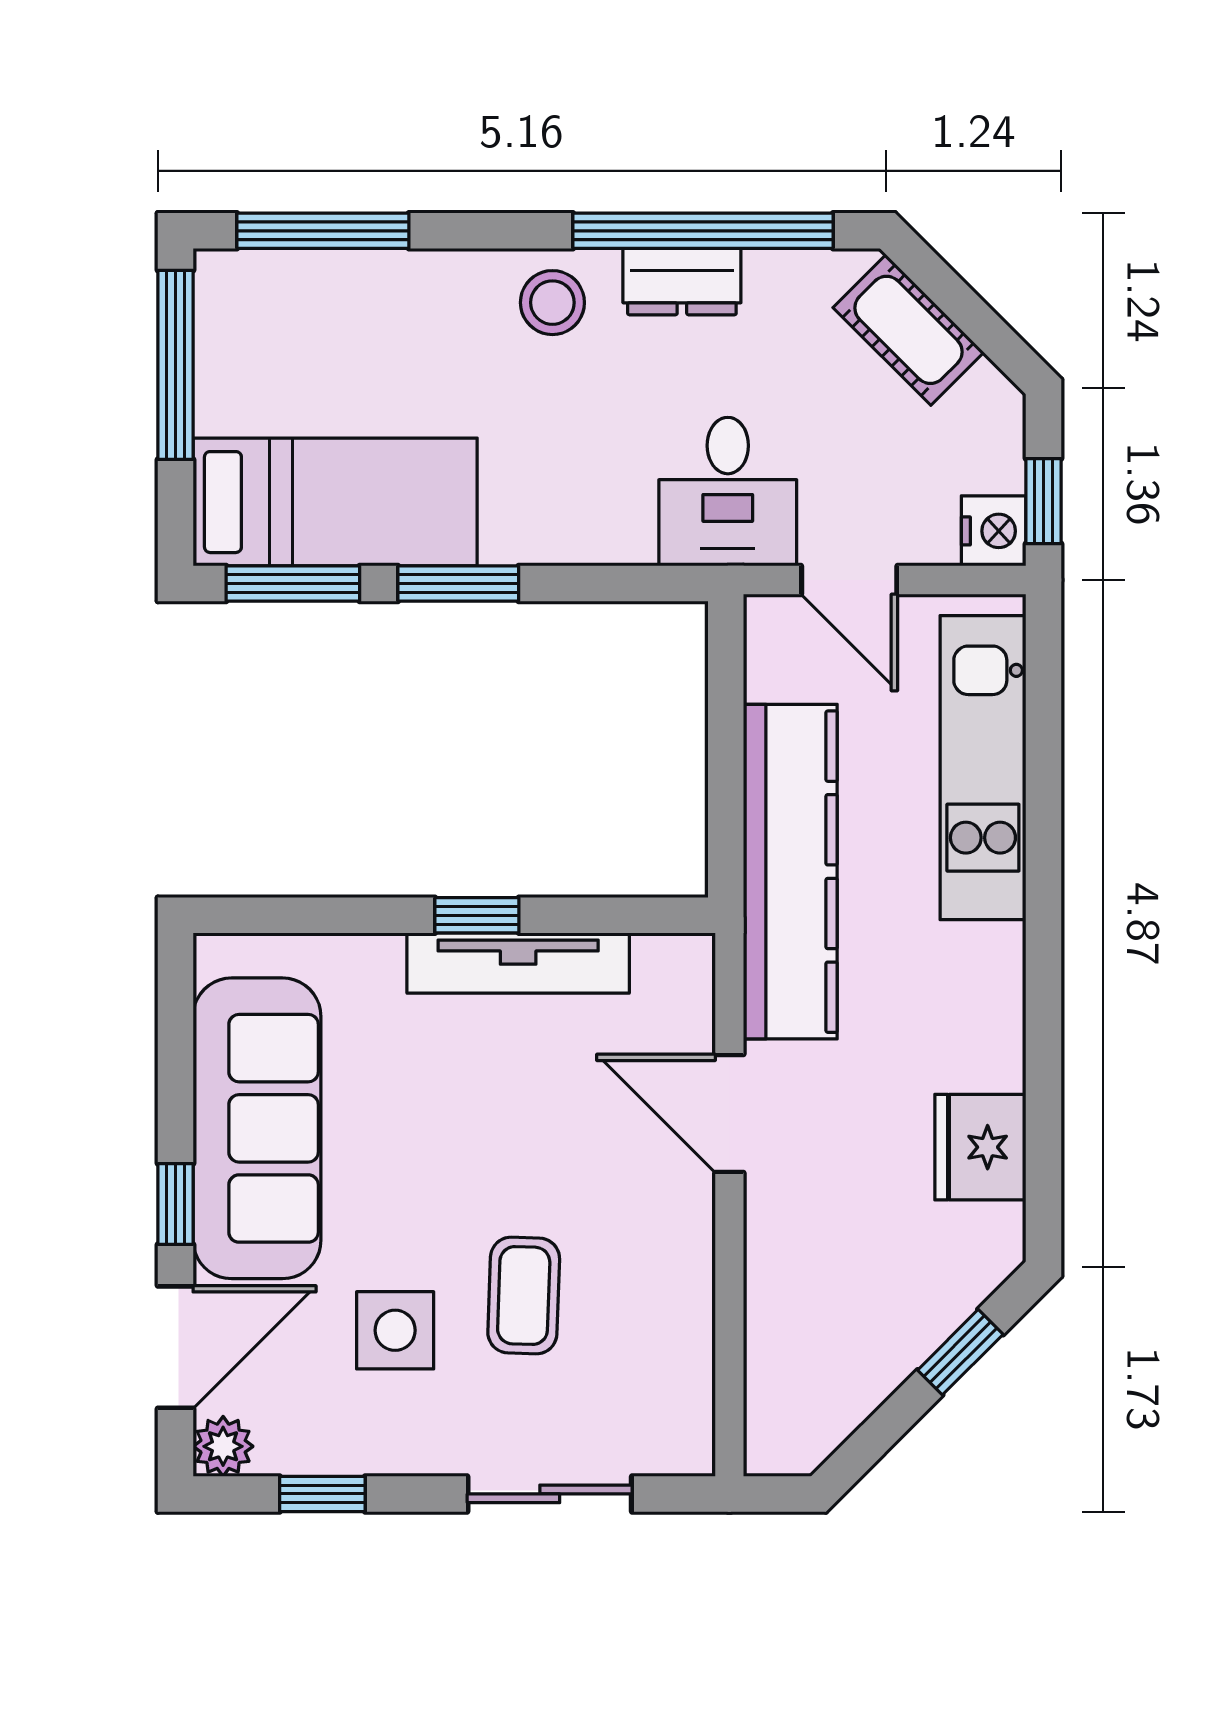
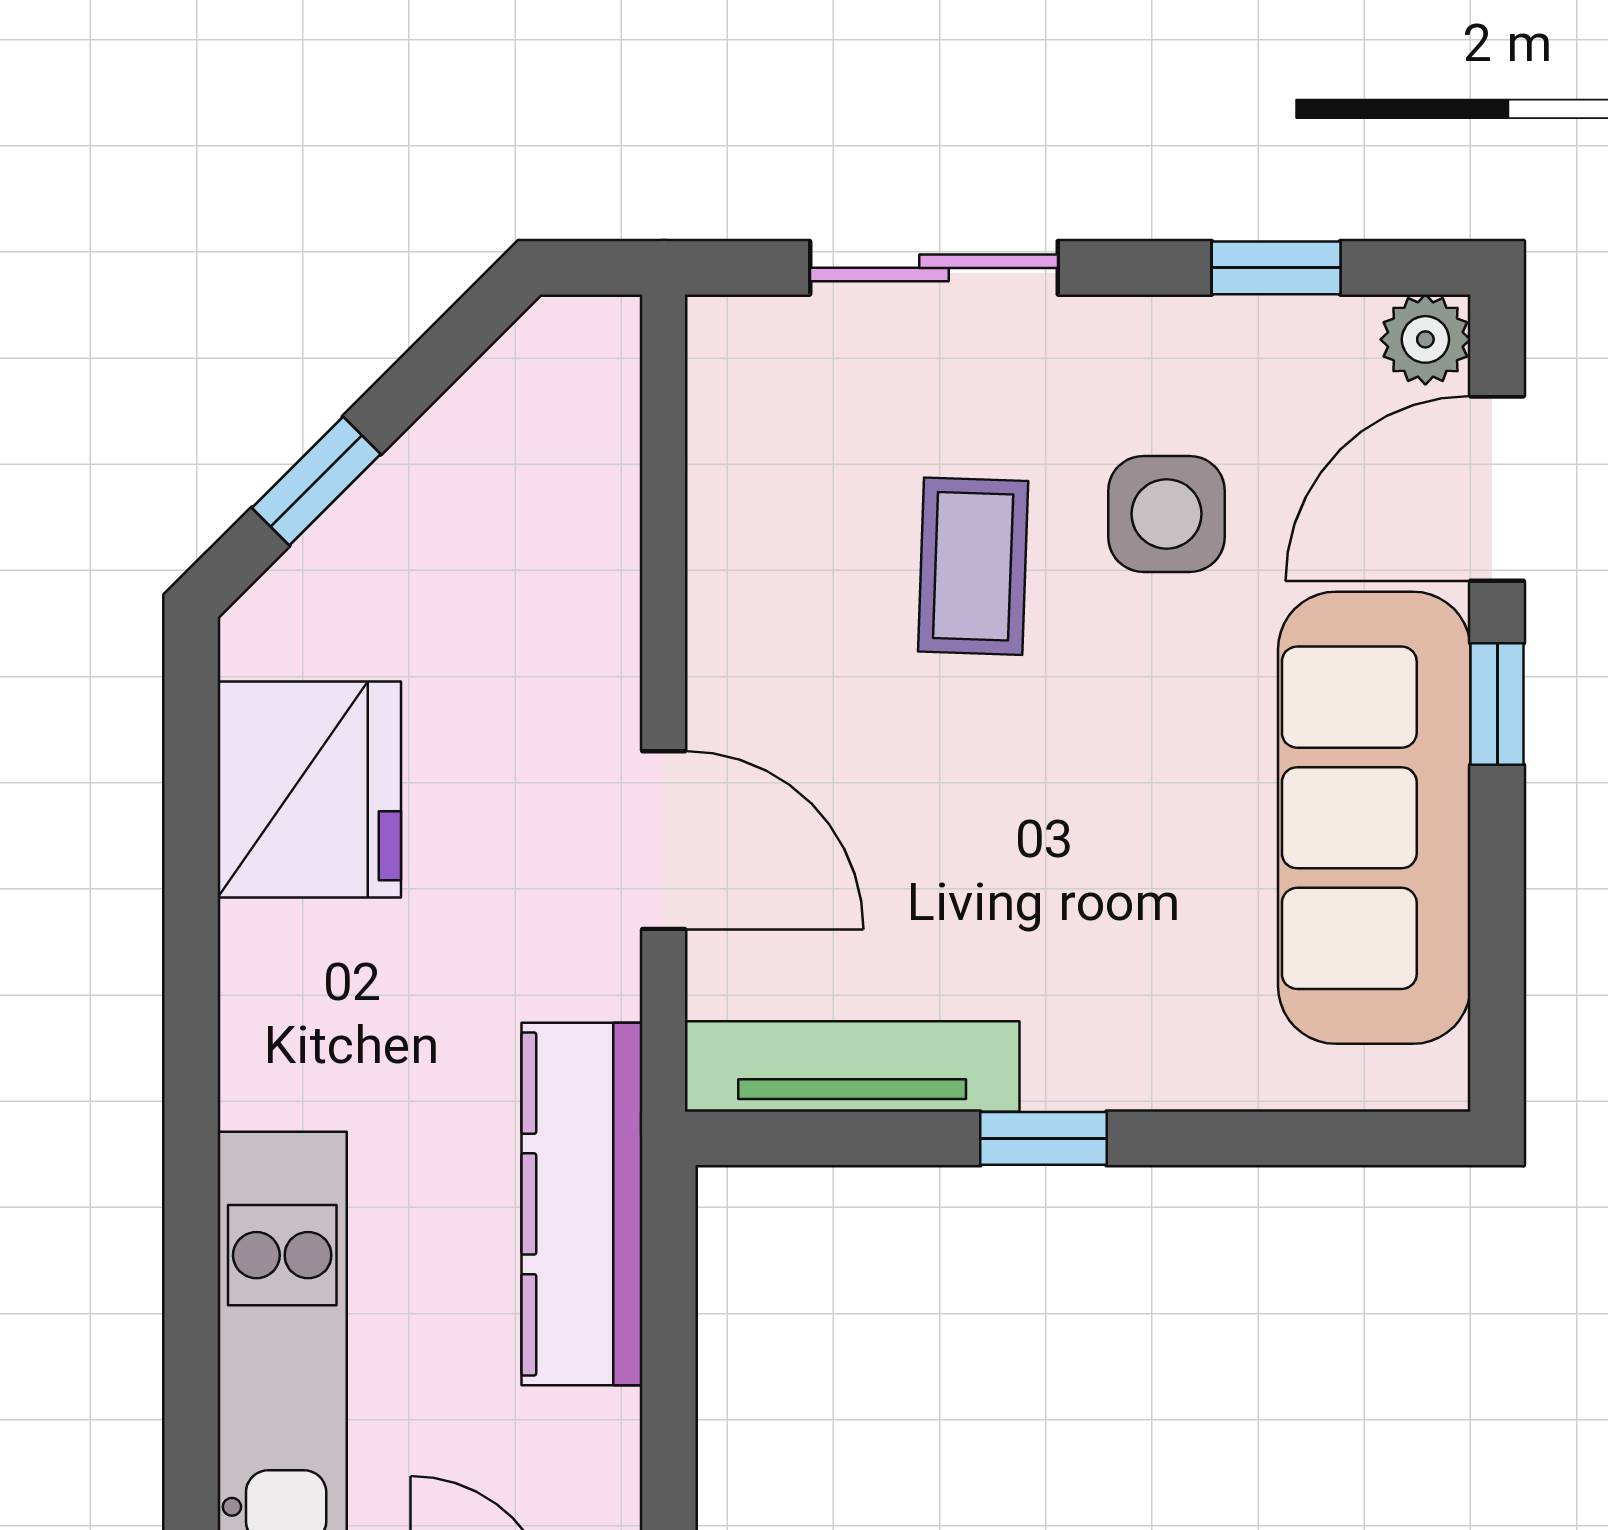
kitchen counter: (790, 872) -> (582, 1204), width x0.72, depth x0.86
tv unit: (518, 963) -> (852, 1067), moved
fridge: (980, 1147) -> (309, 790), width x1.36, depth x1.34

